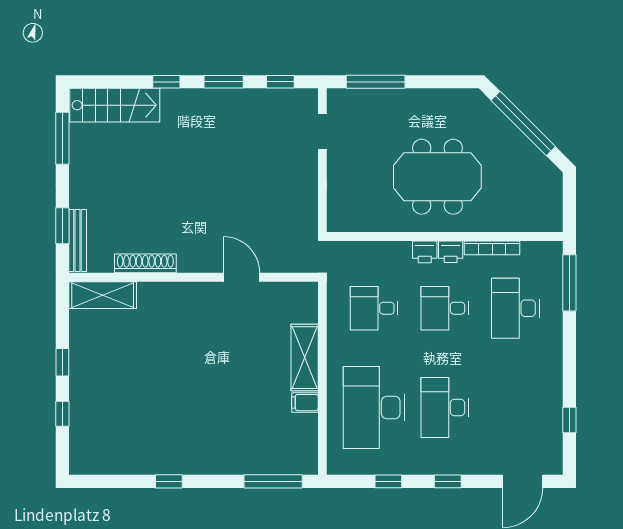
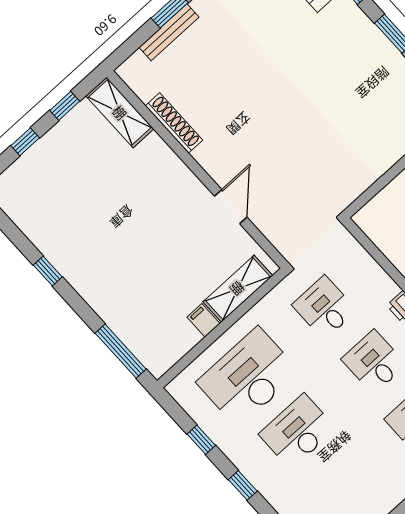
shoe rack: (145, 263) -> (174, 123), moved
wall: (193, 277) -> (197, 170), moved
door: (242, 277) -> (231, 207), moved
shelving: (103, 295) -> (120, 112), moved

